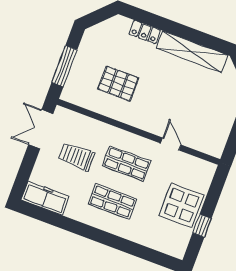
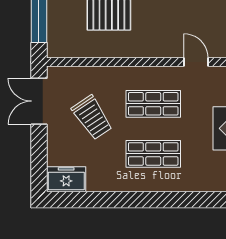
trolley: (76, 157) -> (92, 118), turned -124
freezer: (45, 198) -> (66, 179), width x0.71

